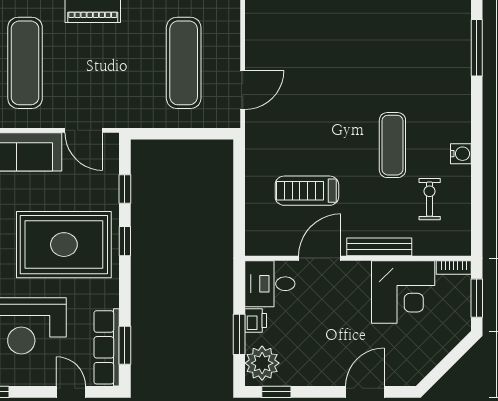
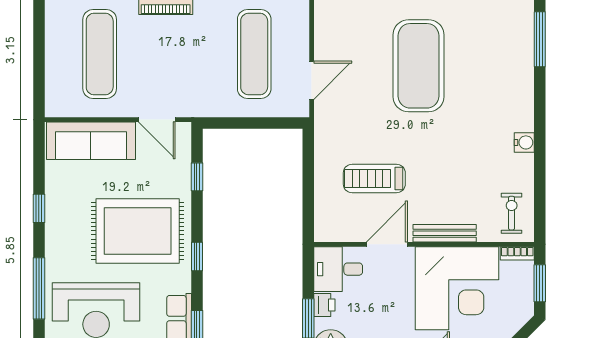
exercise mat: (392, 145) -> (419, 66), moved, width x2.00, depth x1.45
exercise bike: (430, 199) -> (512, 213), moved
window: (125, 241) -> (197, 256), moved
corner desk: (403, 292) -> (457, 288), width x1.36, depth x1.36

